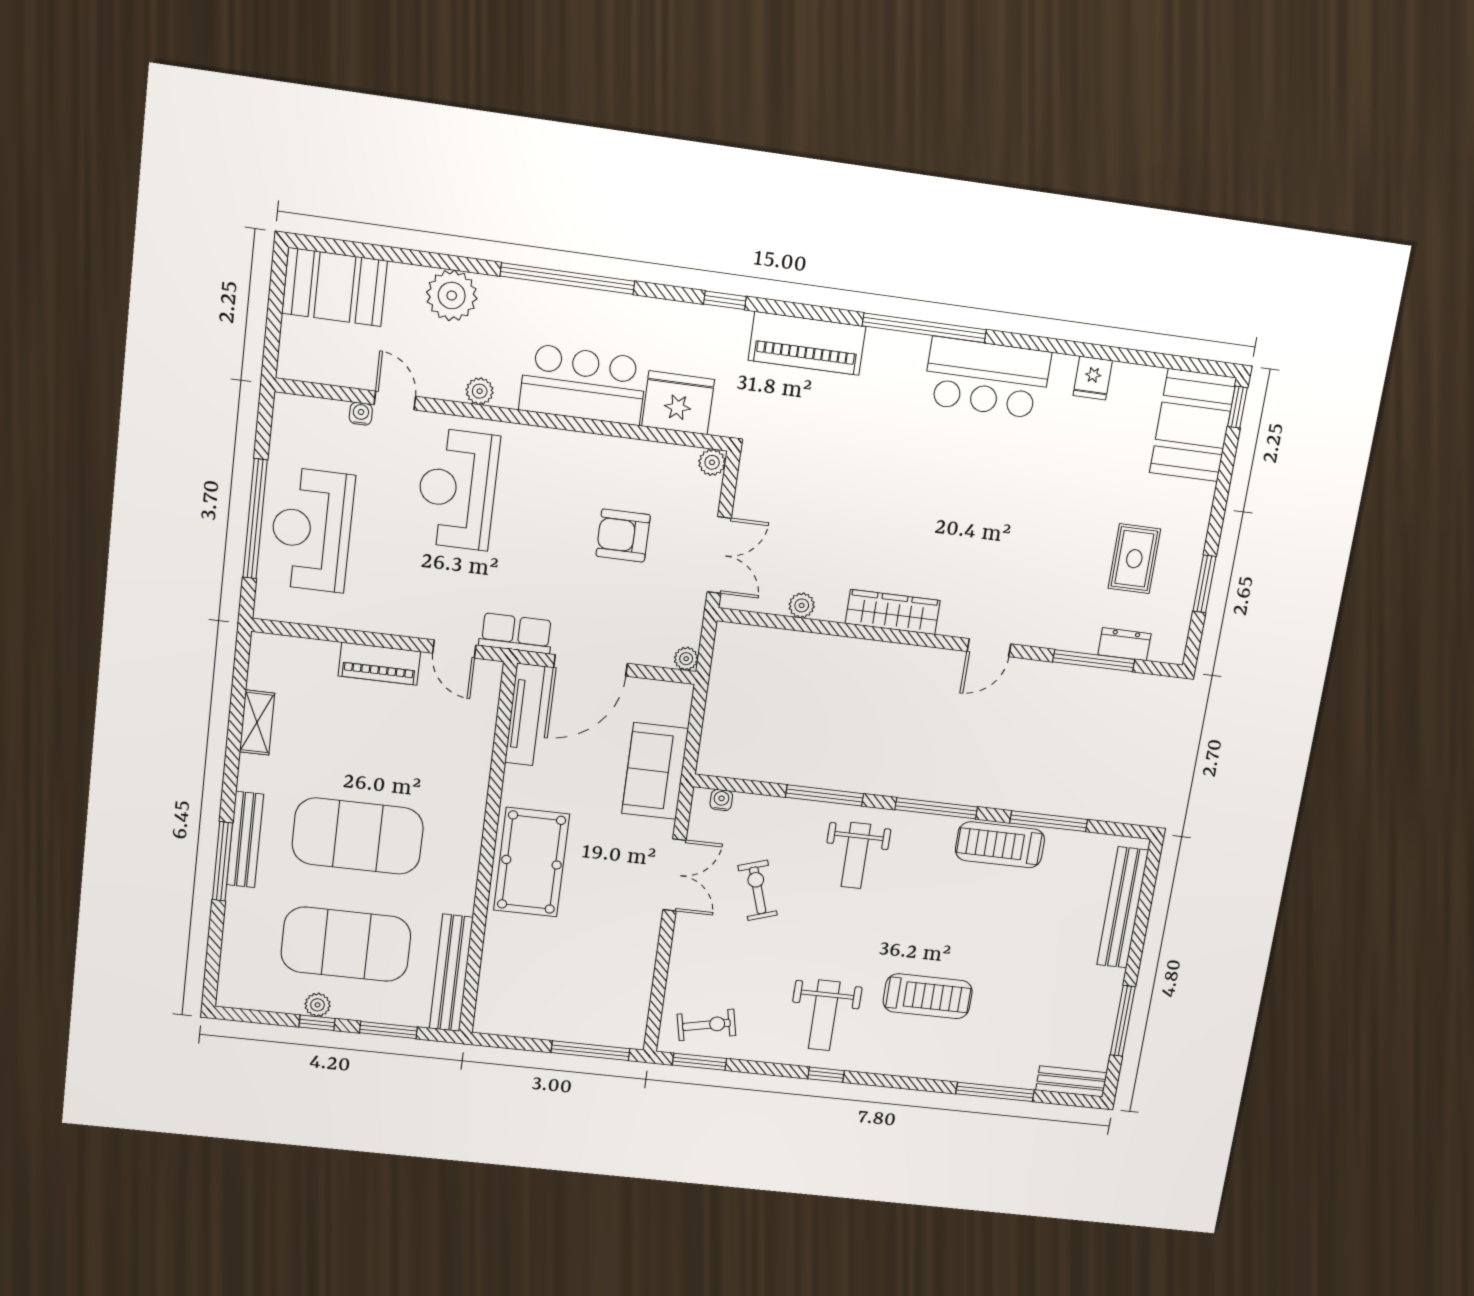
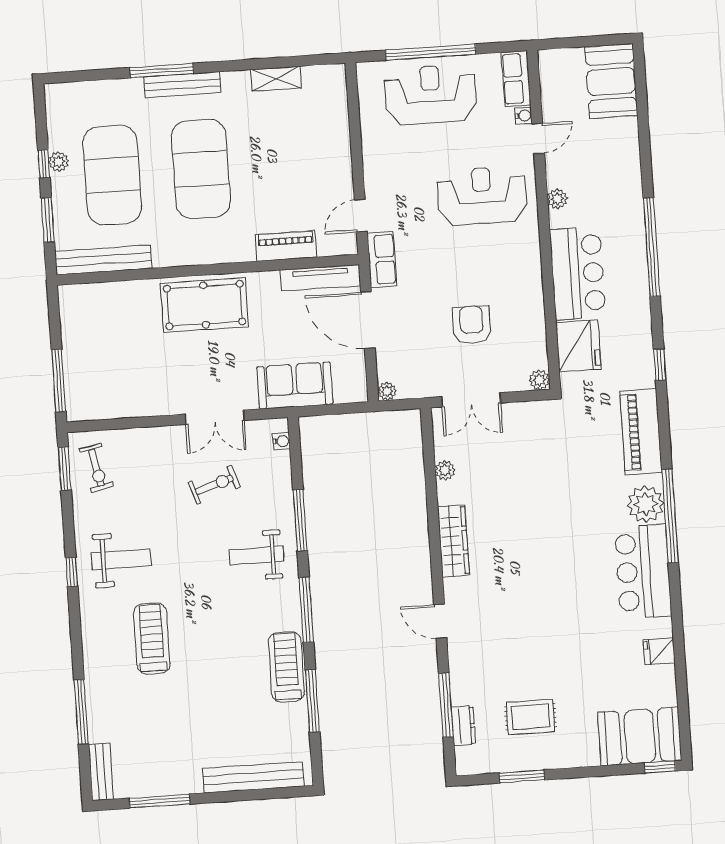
plant: (452, 295) -> (646, 504), moved
row of seats: (309, 414) -> (516, 79), added
piano: (379, 664) -> (286, 246), moved, turned 90
treadmill: (928, 996) -> (152, 639), turned 180
weight bench: (824, 1015) -> (121, 559), turned 180

